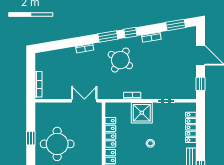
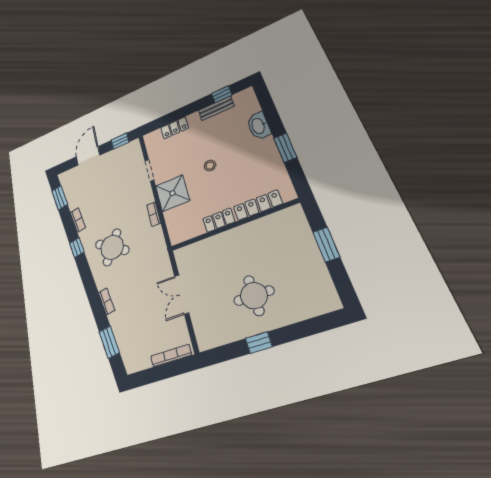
window: (108, 36) -> (109, 342), moved
double door: (84, 101) -> (182, 294), moved
locker: (191, 127) -> (175, 128), width x0.66
locker: (110, 132) -> (219, 220), width x0.66
round table: (57, 144) -> (254, 296), width x0.73, depth x0.73

